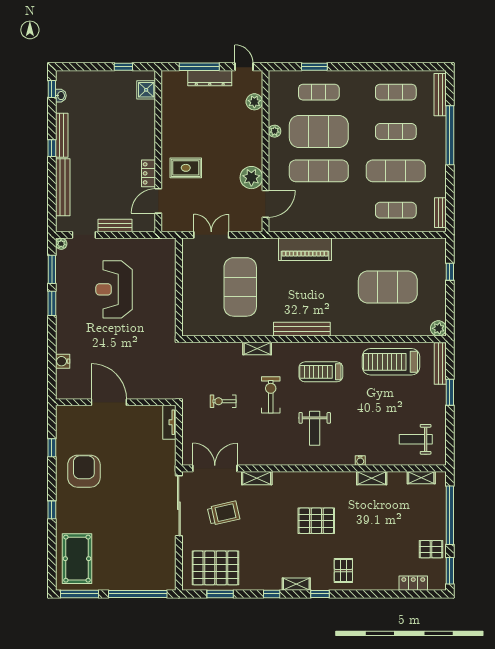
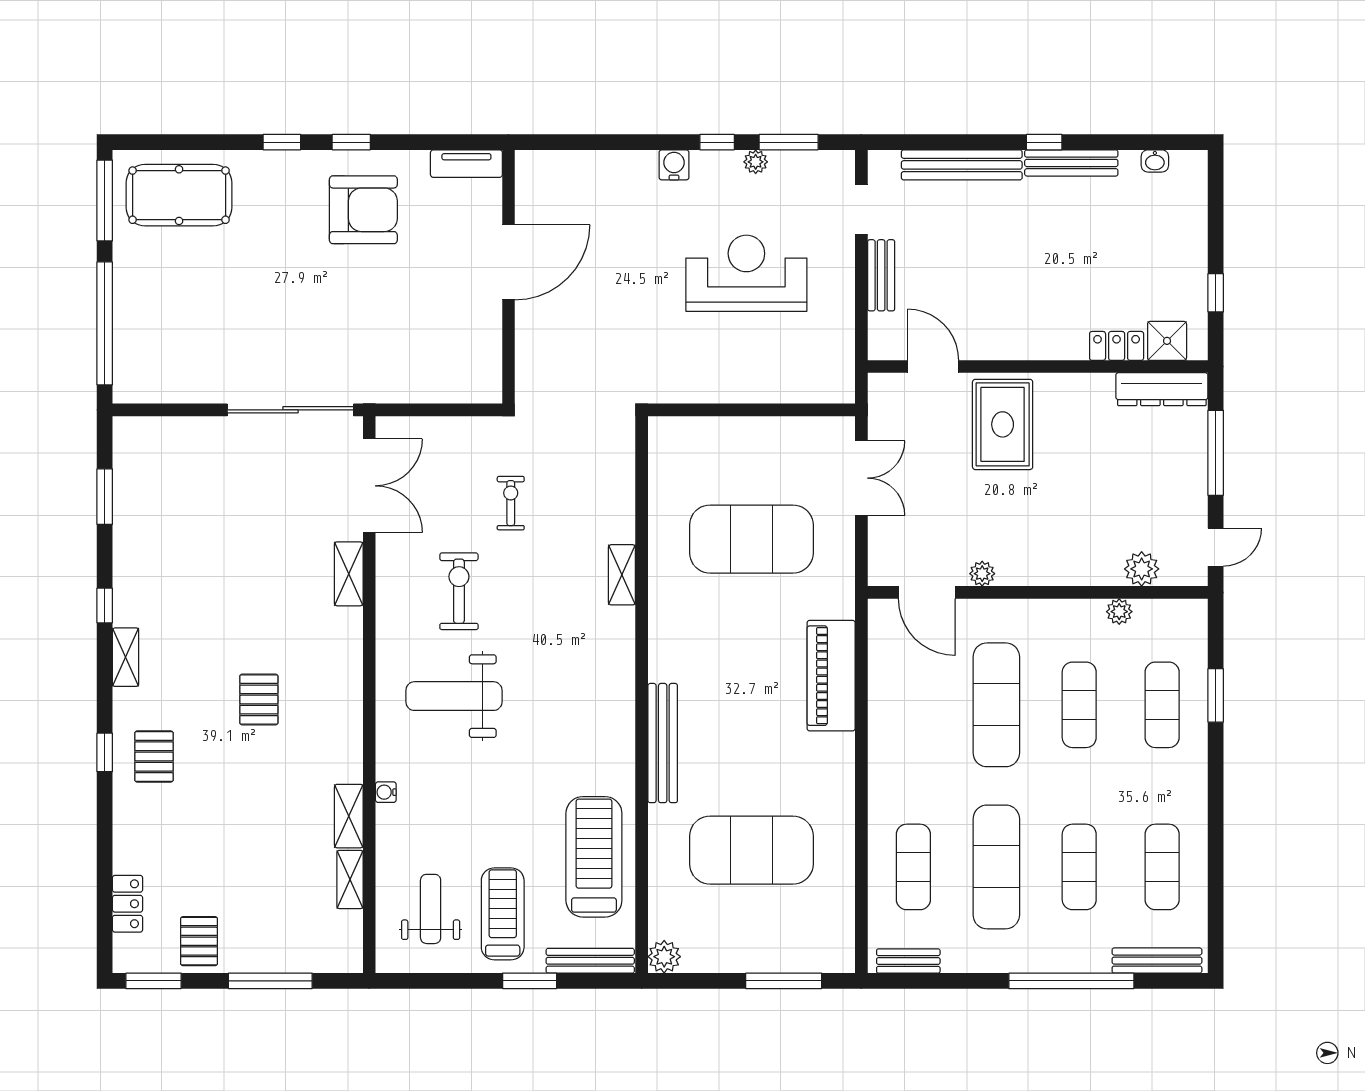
dresser: (210, 78) -> (1162, 389), moved, turned -90
window: (52, 89) -> (1169, 142), removed
plant: (275, 131) -> (1119, 612), moved
exercise mat: (319, 131) -> (1079, 705), width x0.50, depth x0.69
rug: (186, 168) -> (1003, 424), width x1.36, depth x1.43
locker: (149, 173) -> (1117, 346), moved
plant: (251, 178) -> (982, 574), width x0.53, depth x0.53
plant: (61, 244) -> (756, 162), moved
window: (450, 272) -> (784, 981), width x2.17
exercise mat: (388, 287) -> (751, 850), turned 90
window: (52, 303) -> (717, 142), width x0.67
bench: (302, 329) -> (663, 743), moved
water cooler: (63, 361) -> (674, 165), moved
treadmill: (321, 372) -> (503, 914), moved
exercise bike: (271, 395) -> (459, 591), moved, turned -90
tv unit: (169, 422) -> (466, 164), moved, turned 180
weight bench: (315, 428) -> (454, 696), width x1.36, depth x1.33
window: (52, 448) -> (351, 142), moved
shelving: (421, 478) -> (350, 879), moved
trolley: (224, 513) -> (275, 504), removed
window: (450, 515) -> (270, 981), width x0.68
pallet: (316, 521) -> (259, 700), width x0.67, depth x0.71
pallet: (215, 568) -> (159, 487), removed
pallet: (343, 571) -> (154, 757), turned 90
window: (320, 594) -> (105, 752), moved

